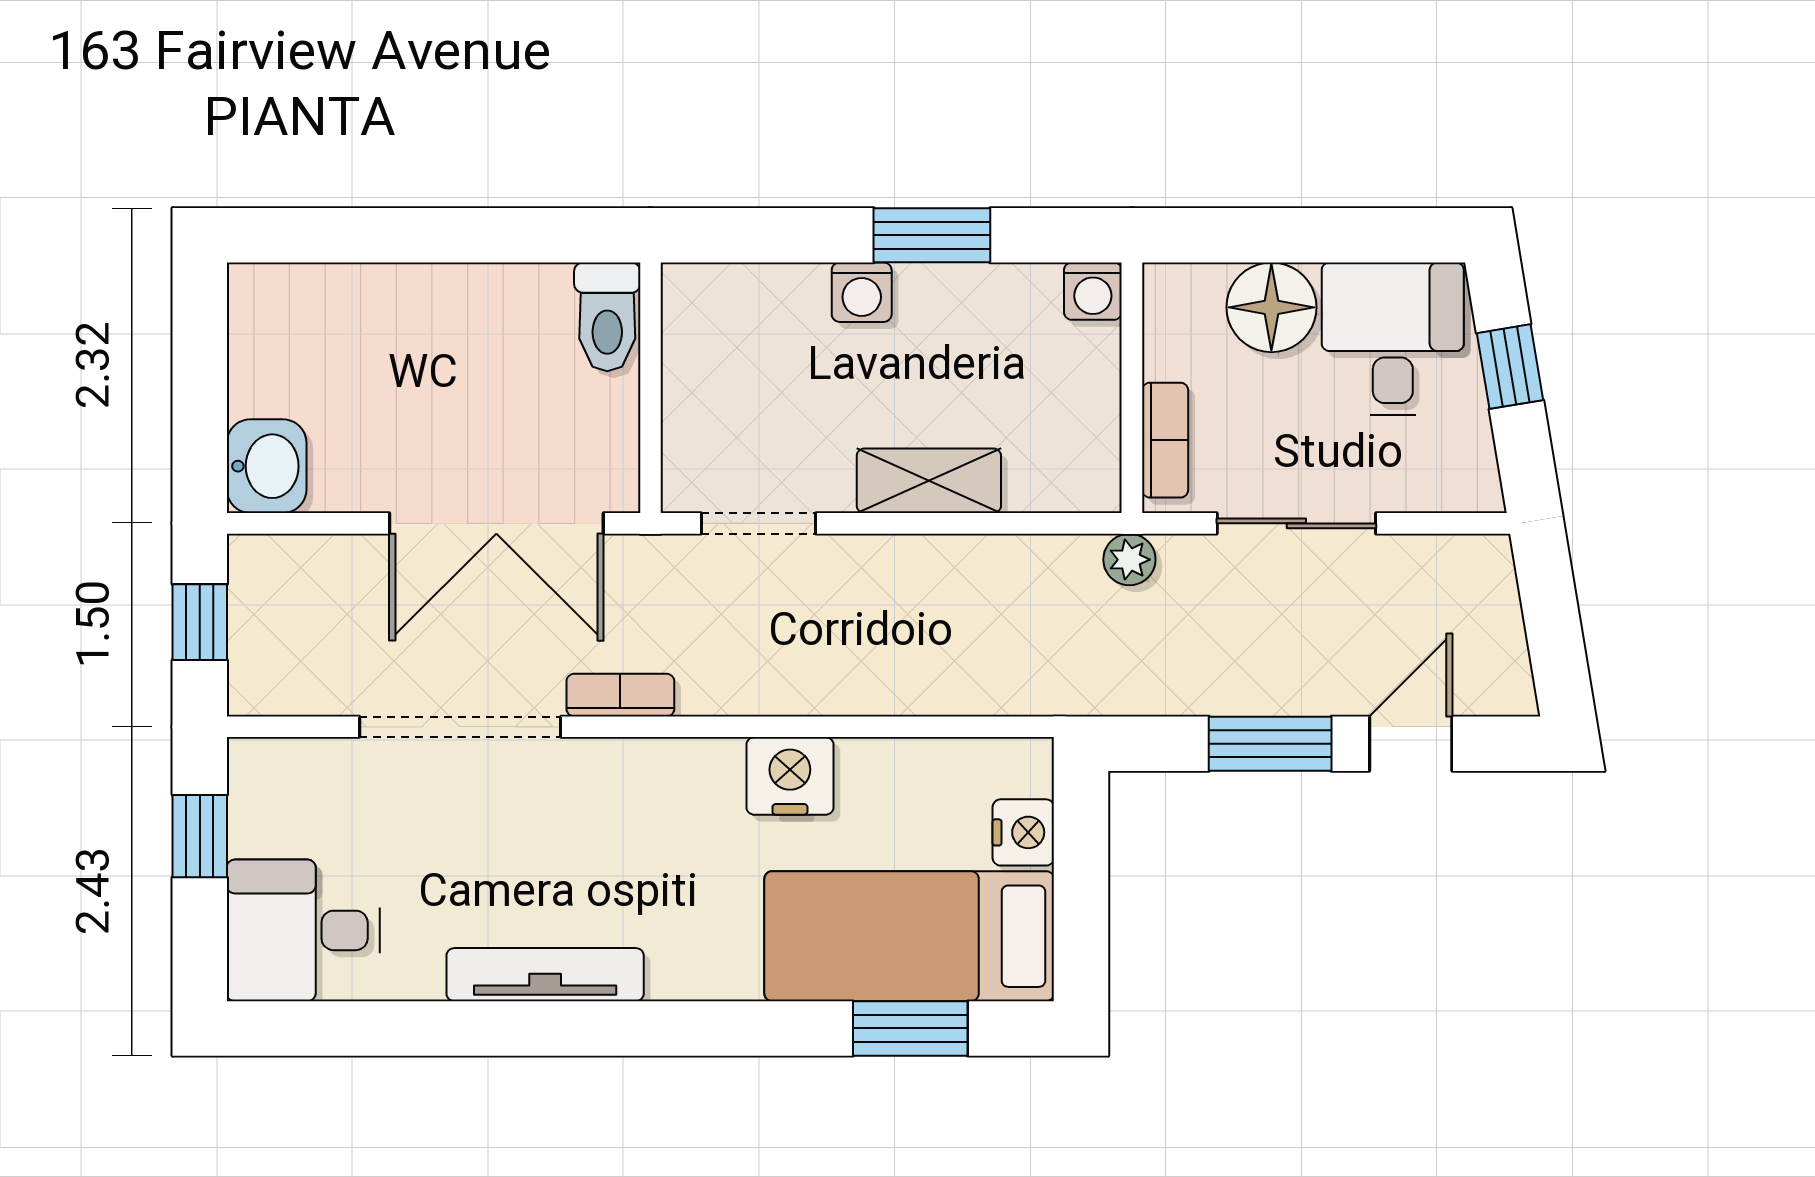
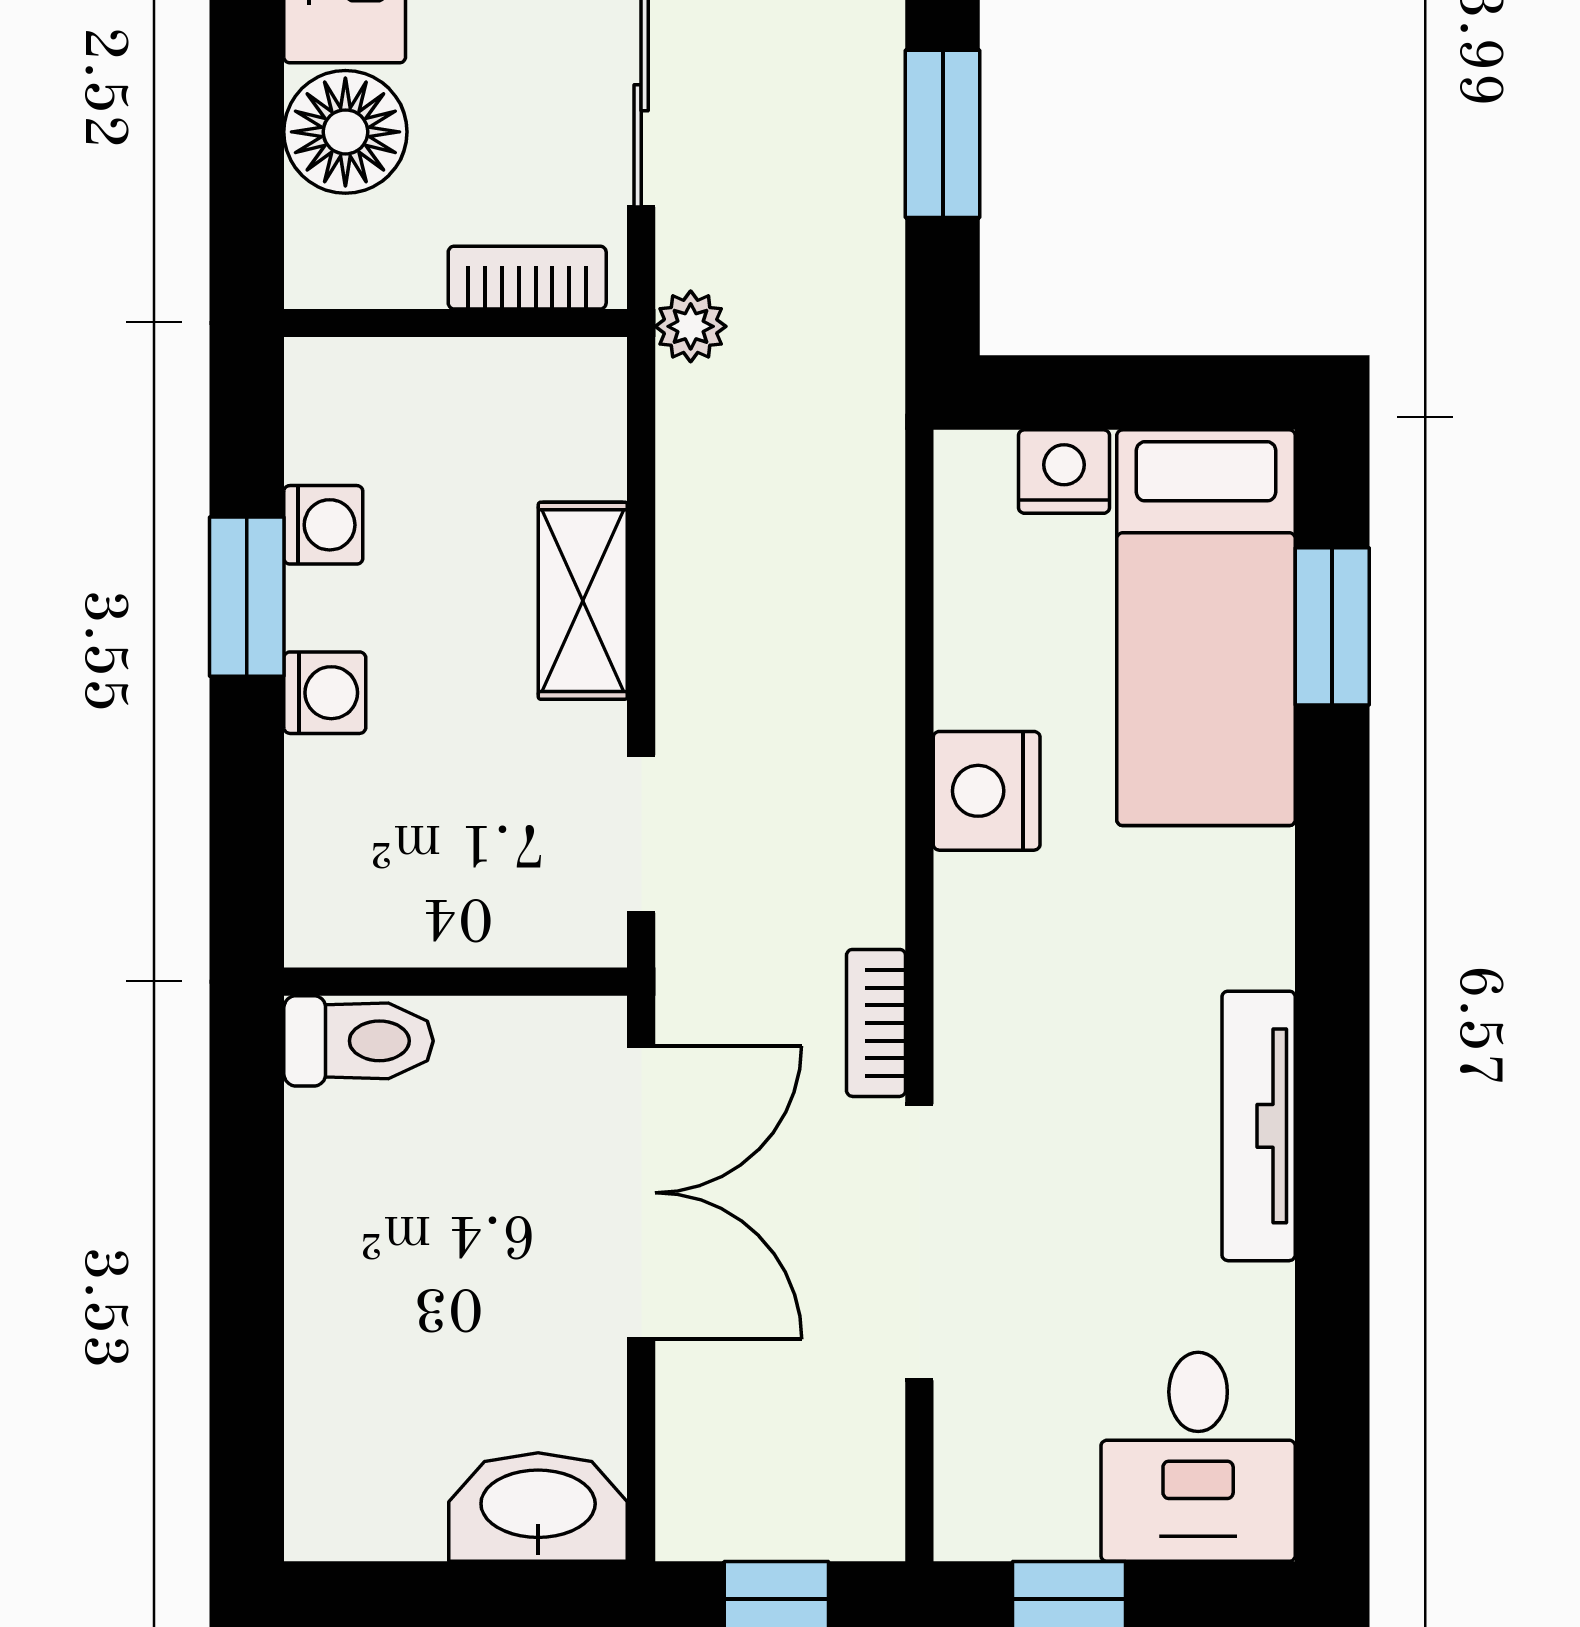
washing machine: (1093, 291) -> (323, 525), moved
washbasin: (267, 466) -> (538, 1507), width x1.38

